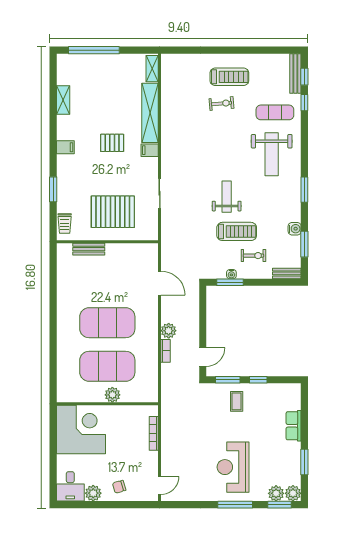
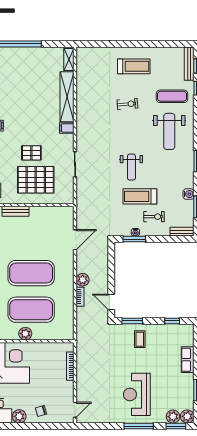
exercise bike: (221, 103) -> (127, 104), moved
pallet: (112, 143) -> (31, 153), moved
weight bench: (227, 197) -> (131, 167), turned 180
treadmill: (237, 231) -> (140, 196), turned 180
door: (160, 283) -> (75, 240), hinge flipped
door: (203, 357) -> (111, 302), swing flipped
window: (258, 380) -> (172, 321), moved
plant: (112, 395) -> (25, 334), moved

